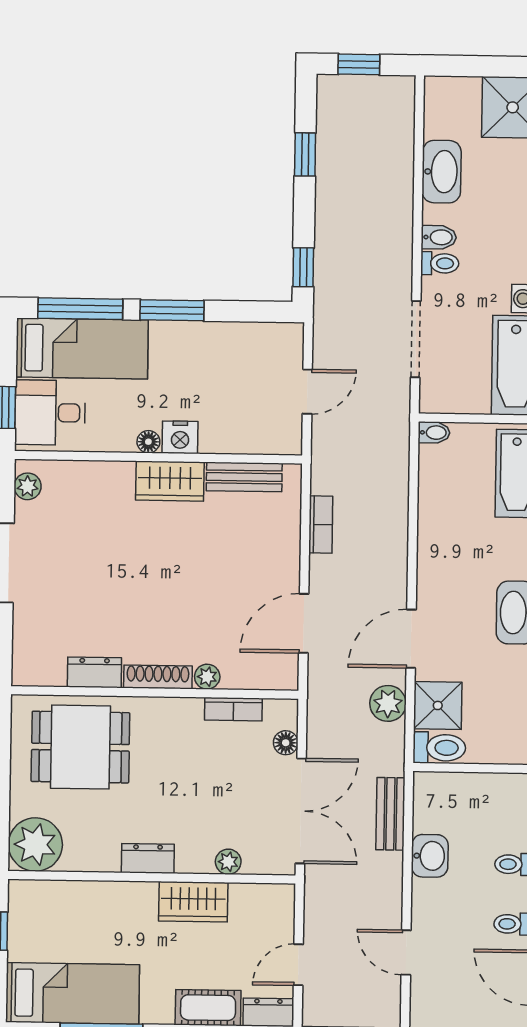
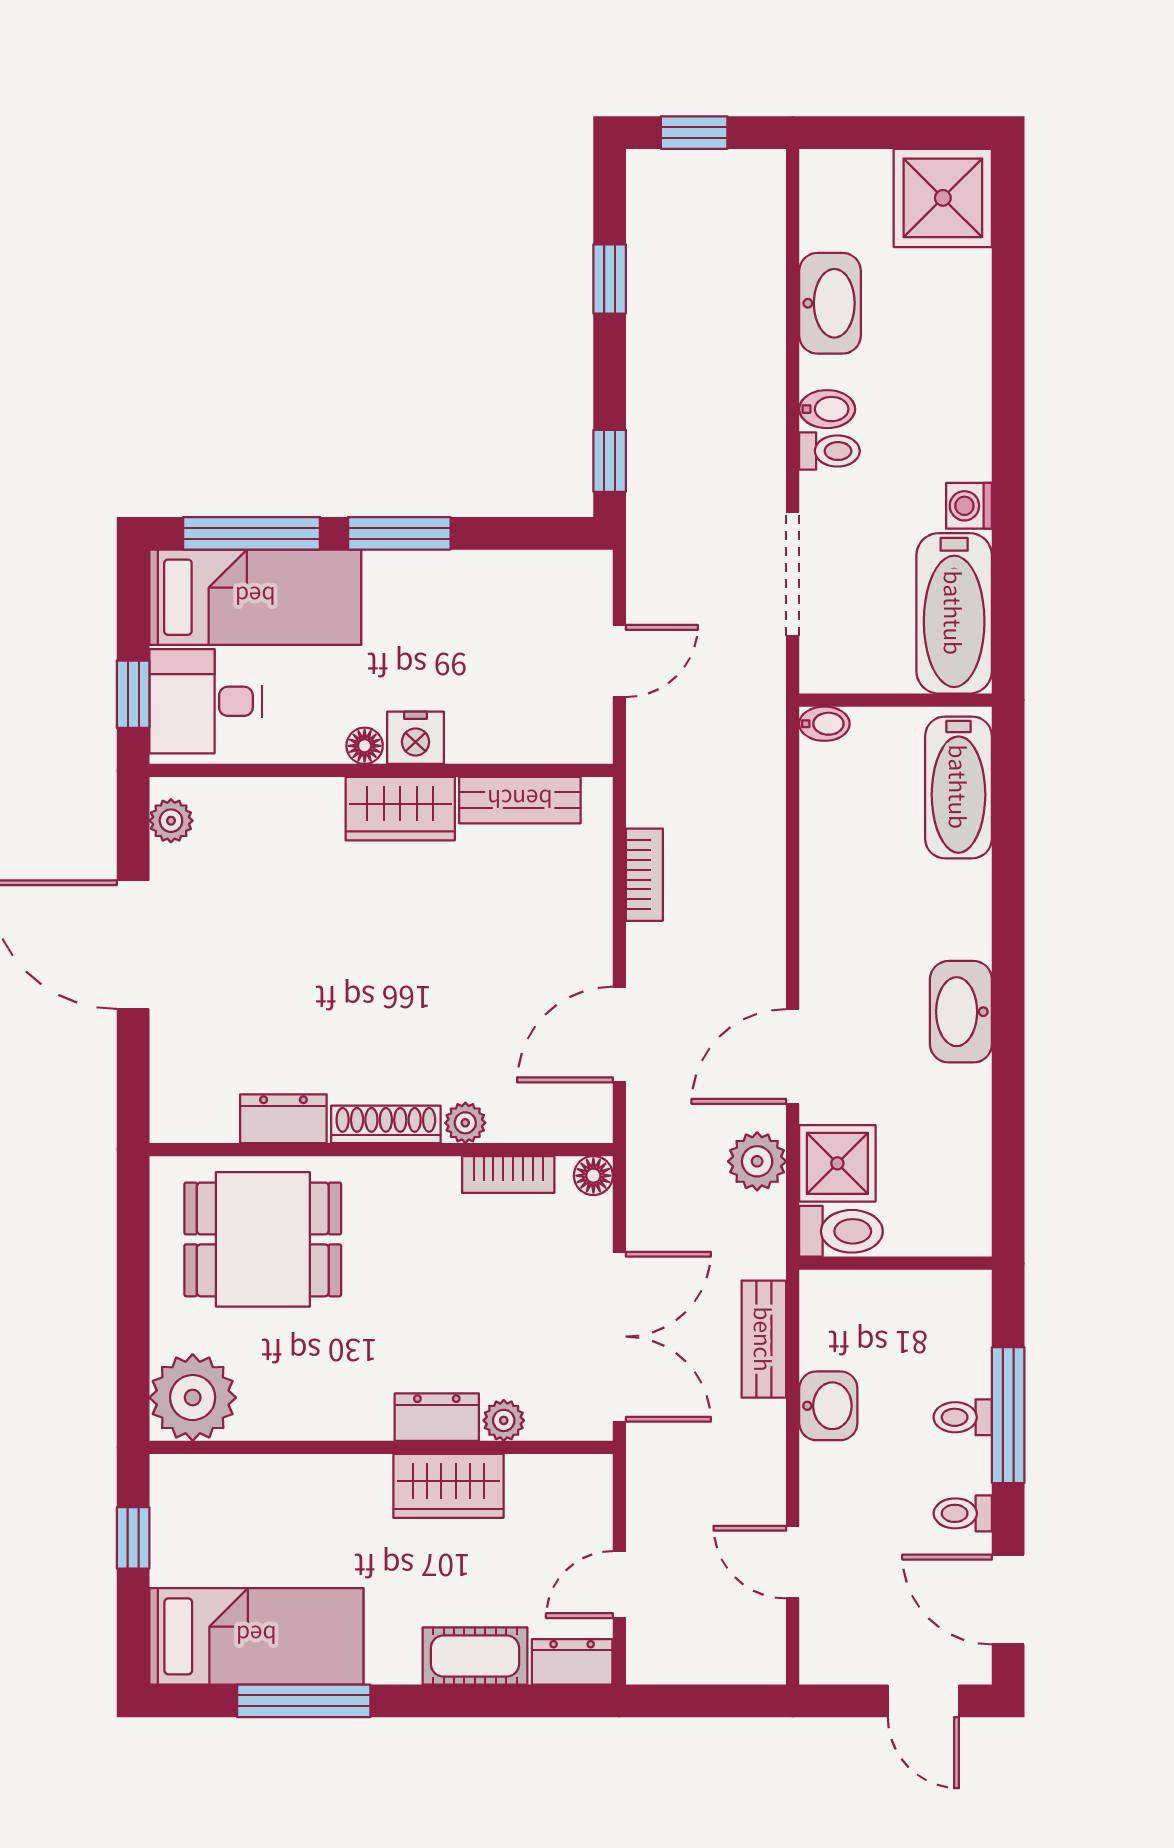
floor lamp: (286, 743) -> (593, 1176), moved
dresser: (148, 858) -> (437, 1417), moved

